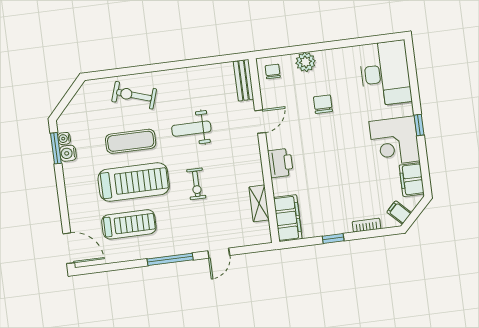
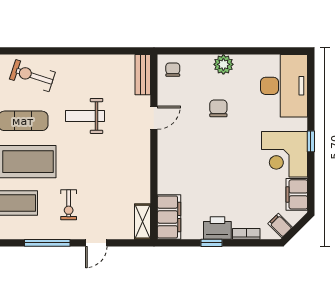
plant: (306, 62) -> (223, 64), moved
printer: (280, 163) -> (217, 228), moved, turned -90
exercise bike: (196, 184) -> (69, 205), moved
shelving: (259, 203) -> (142, 222), moved

